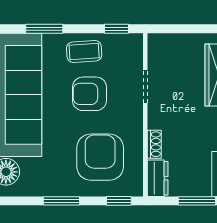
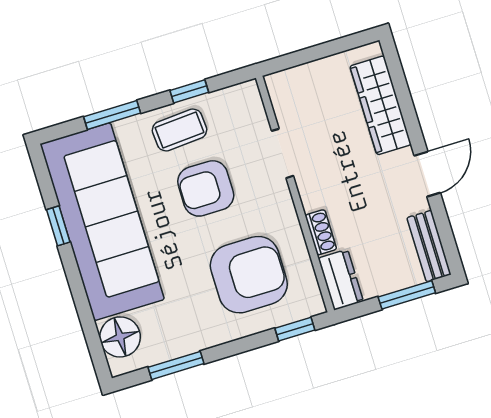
window: (116, 29) -> (189, 91), moved
armchair: (100, 157) -> (249, 275), turned 90
window: (61, 201) -> (176, 365), moved

